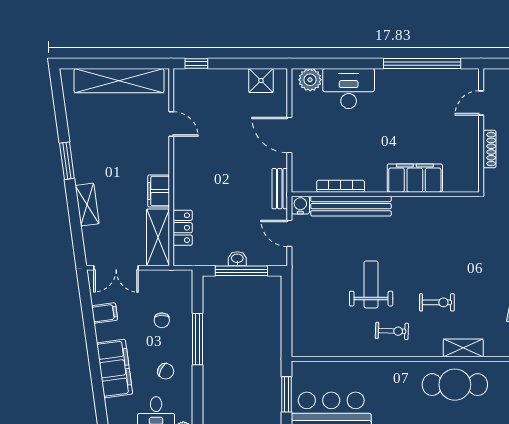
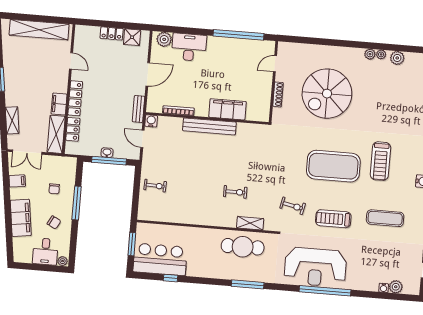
window: (196, 64) -> (91, 23), removed
locker: (229, 77) -> (112, 33), added
door: (289, 135) -> (148, 74), swing flipped
locker: (182, 180) -> (75, 98), added
shelving: (87, 205) -> (12, 120), moved
bench: (351, 206) -> (209, 126), moved
weight bench: (371, 284) -> (193, 177), removed
exercise bike: (392, 331) -> (155, 186), moved

